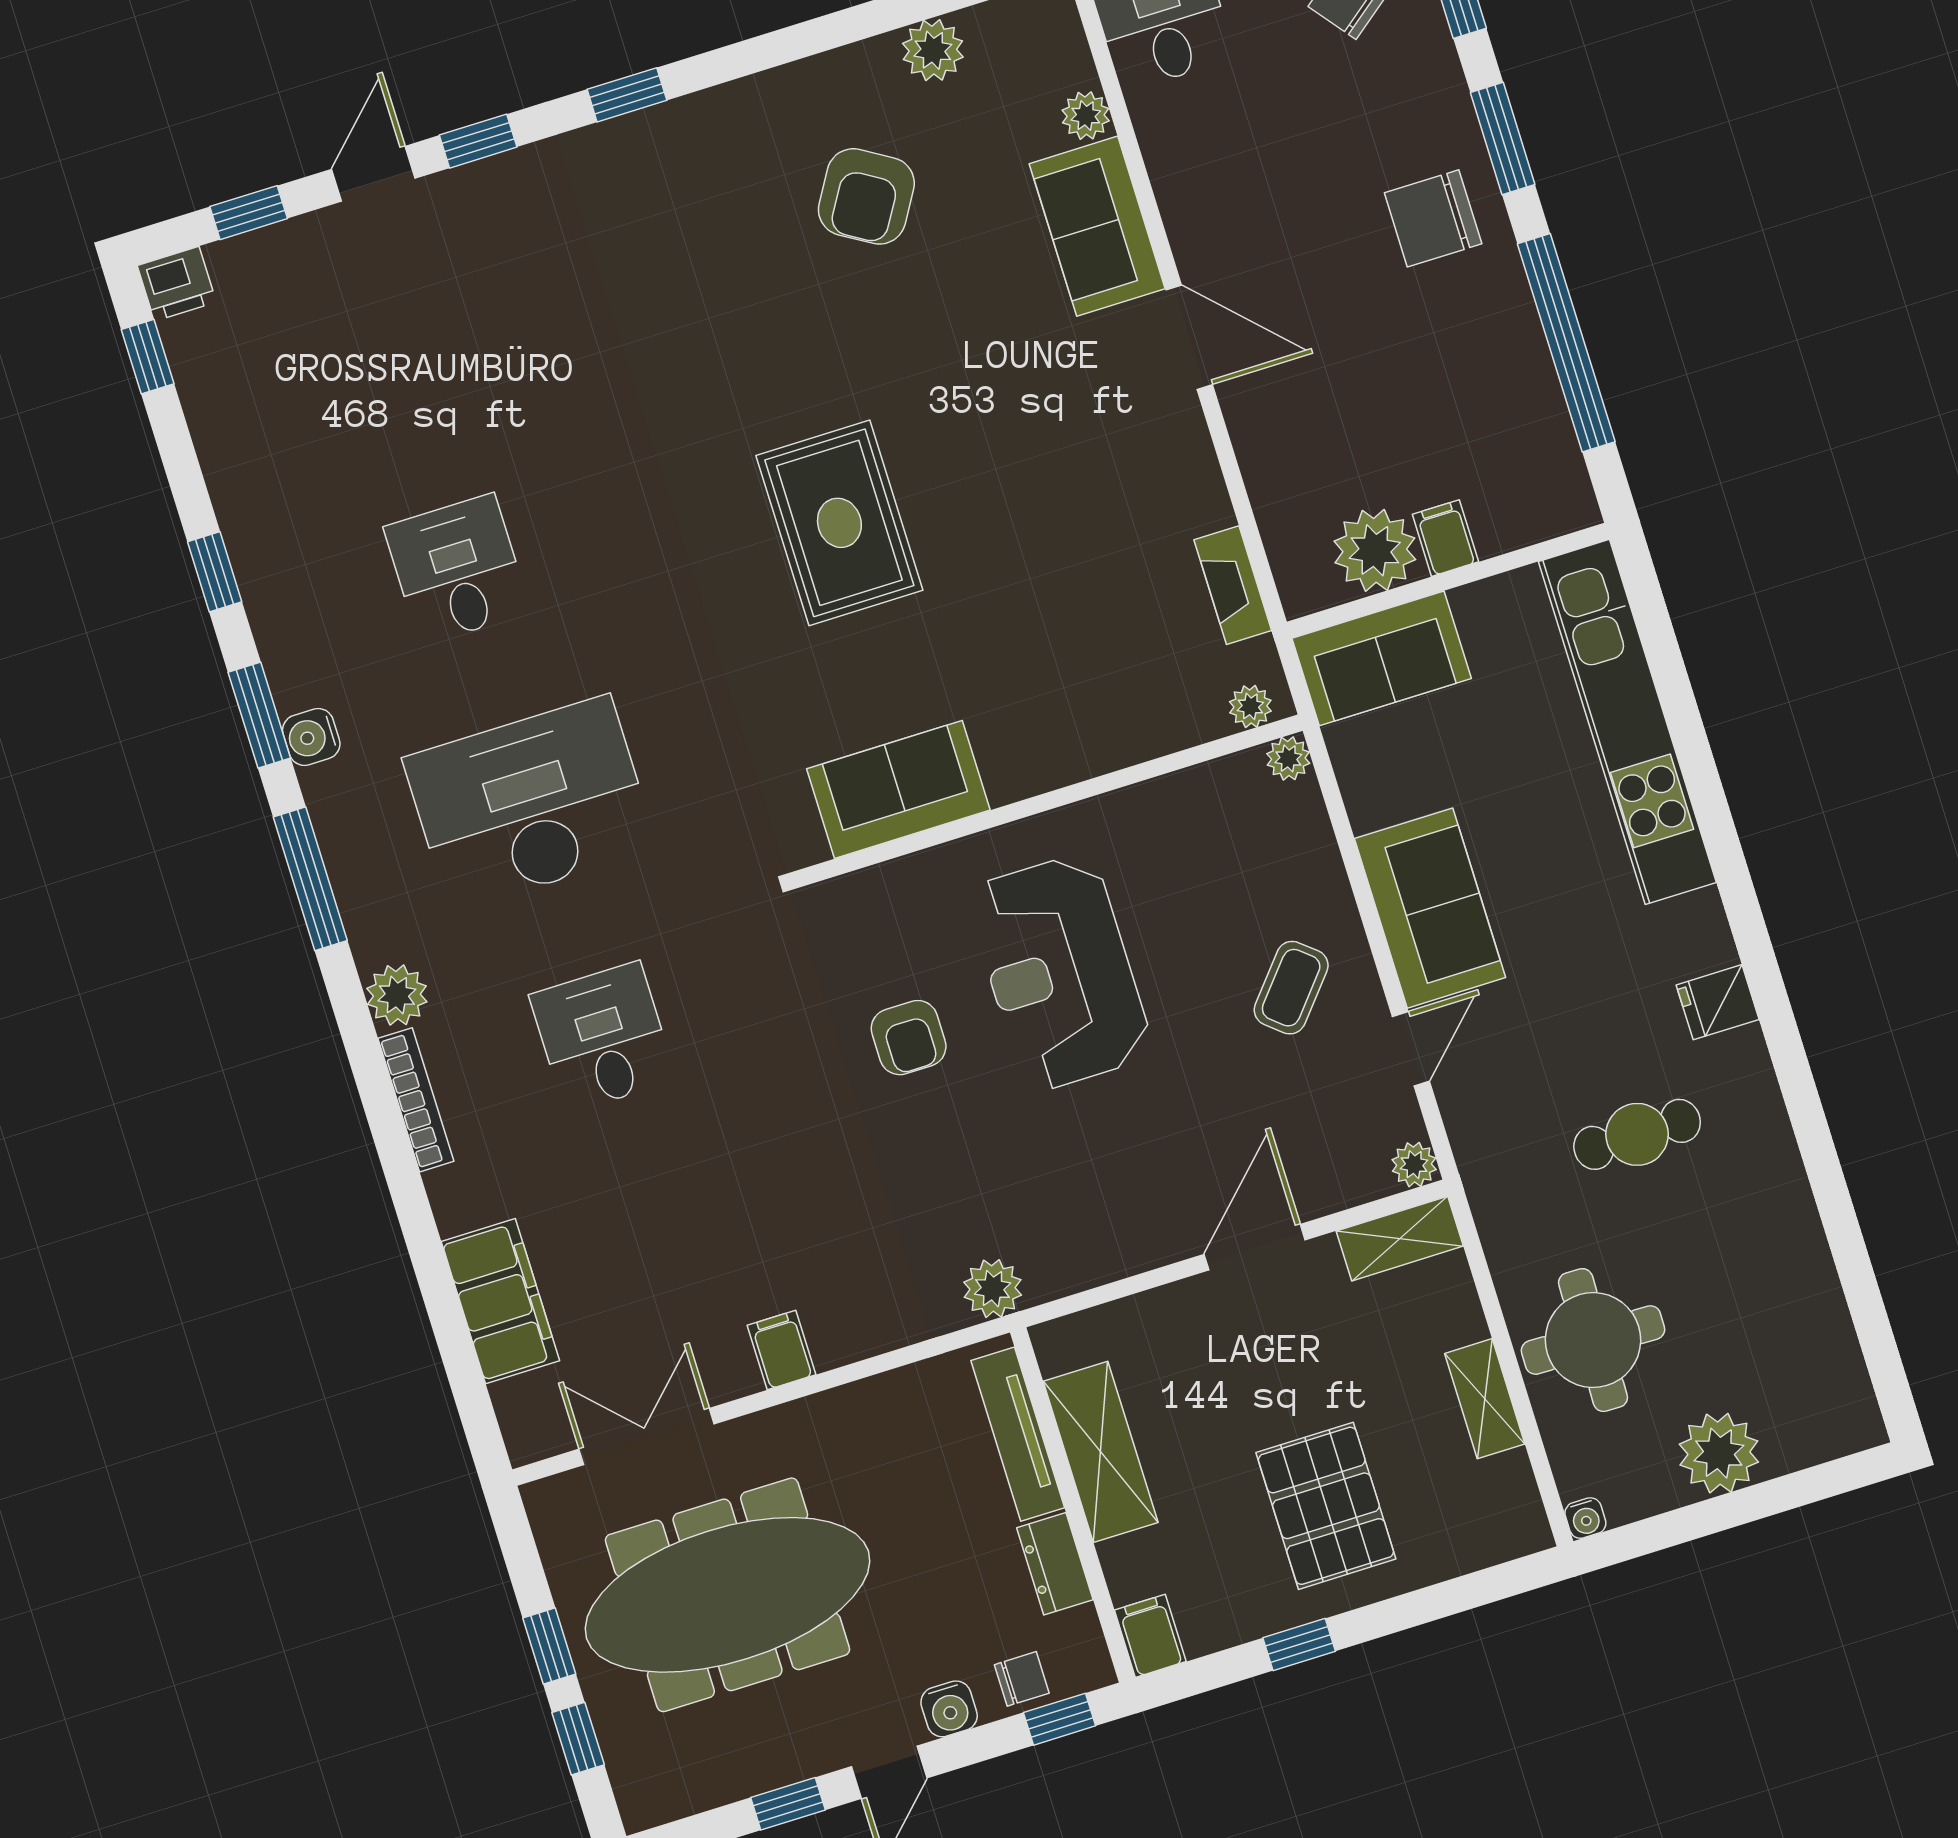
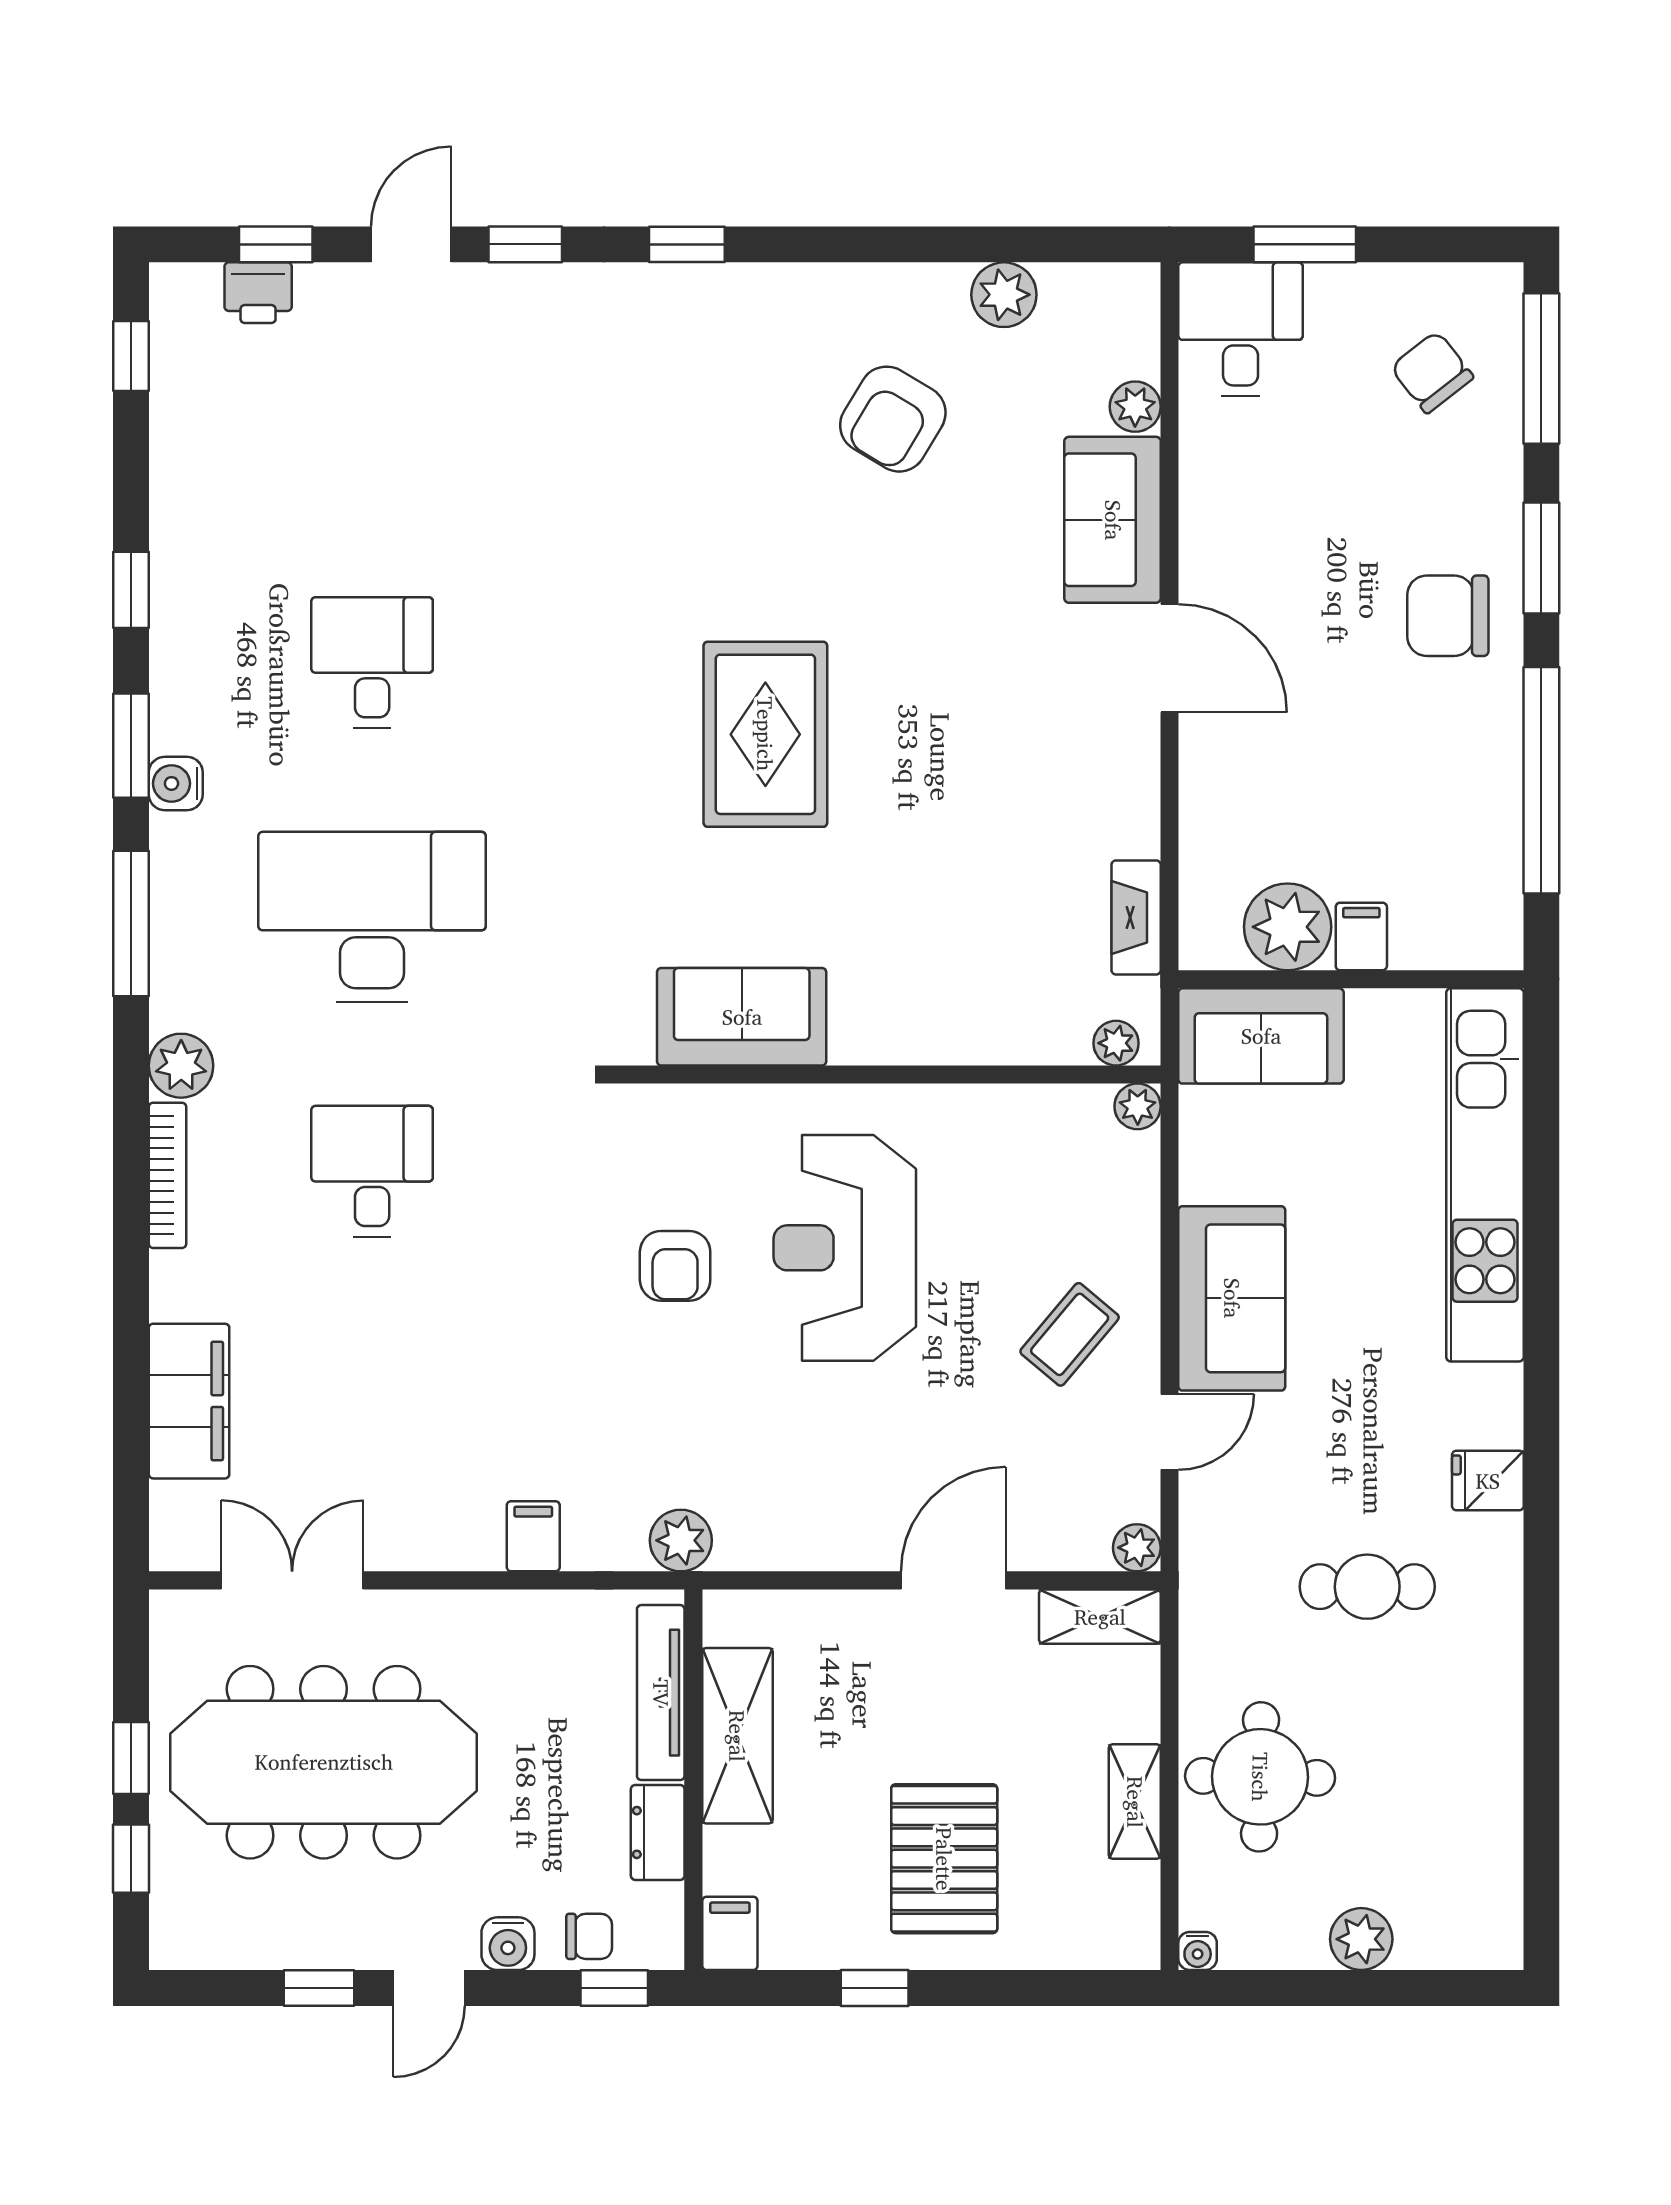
printer: (177, 284) -> (258, 293), moved
filing cabinet: (781, 1350) -> (533, 1536), moved
plant: (1719, 1453) -> (1361, 1939), width x0.73, depth x0.73

